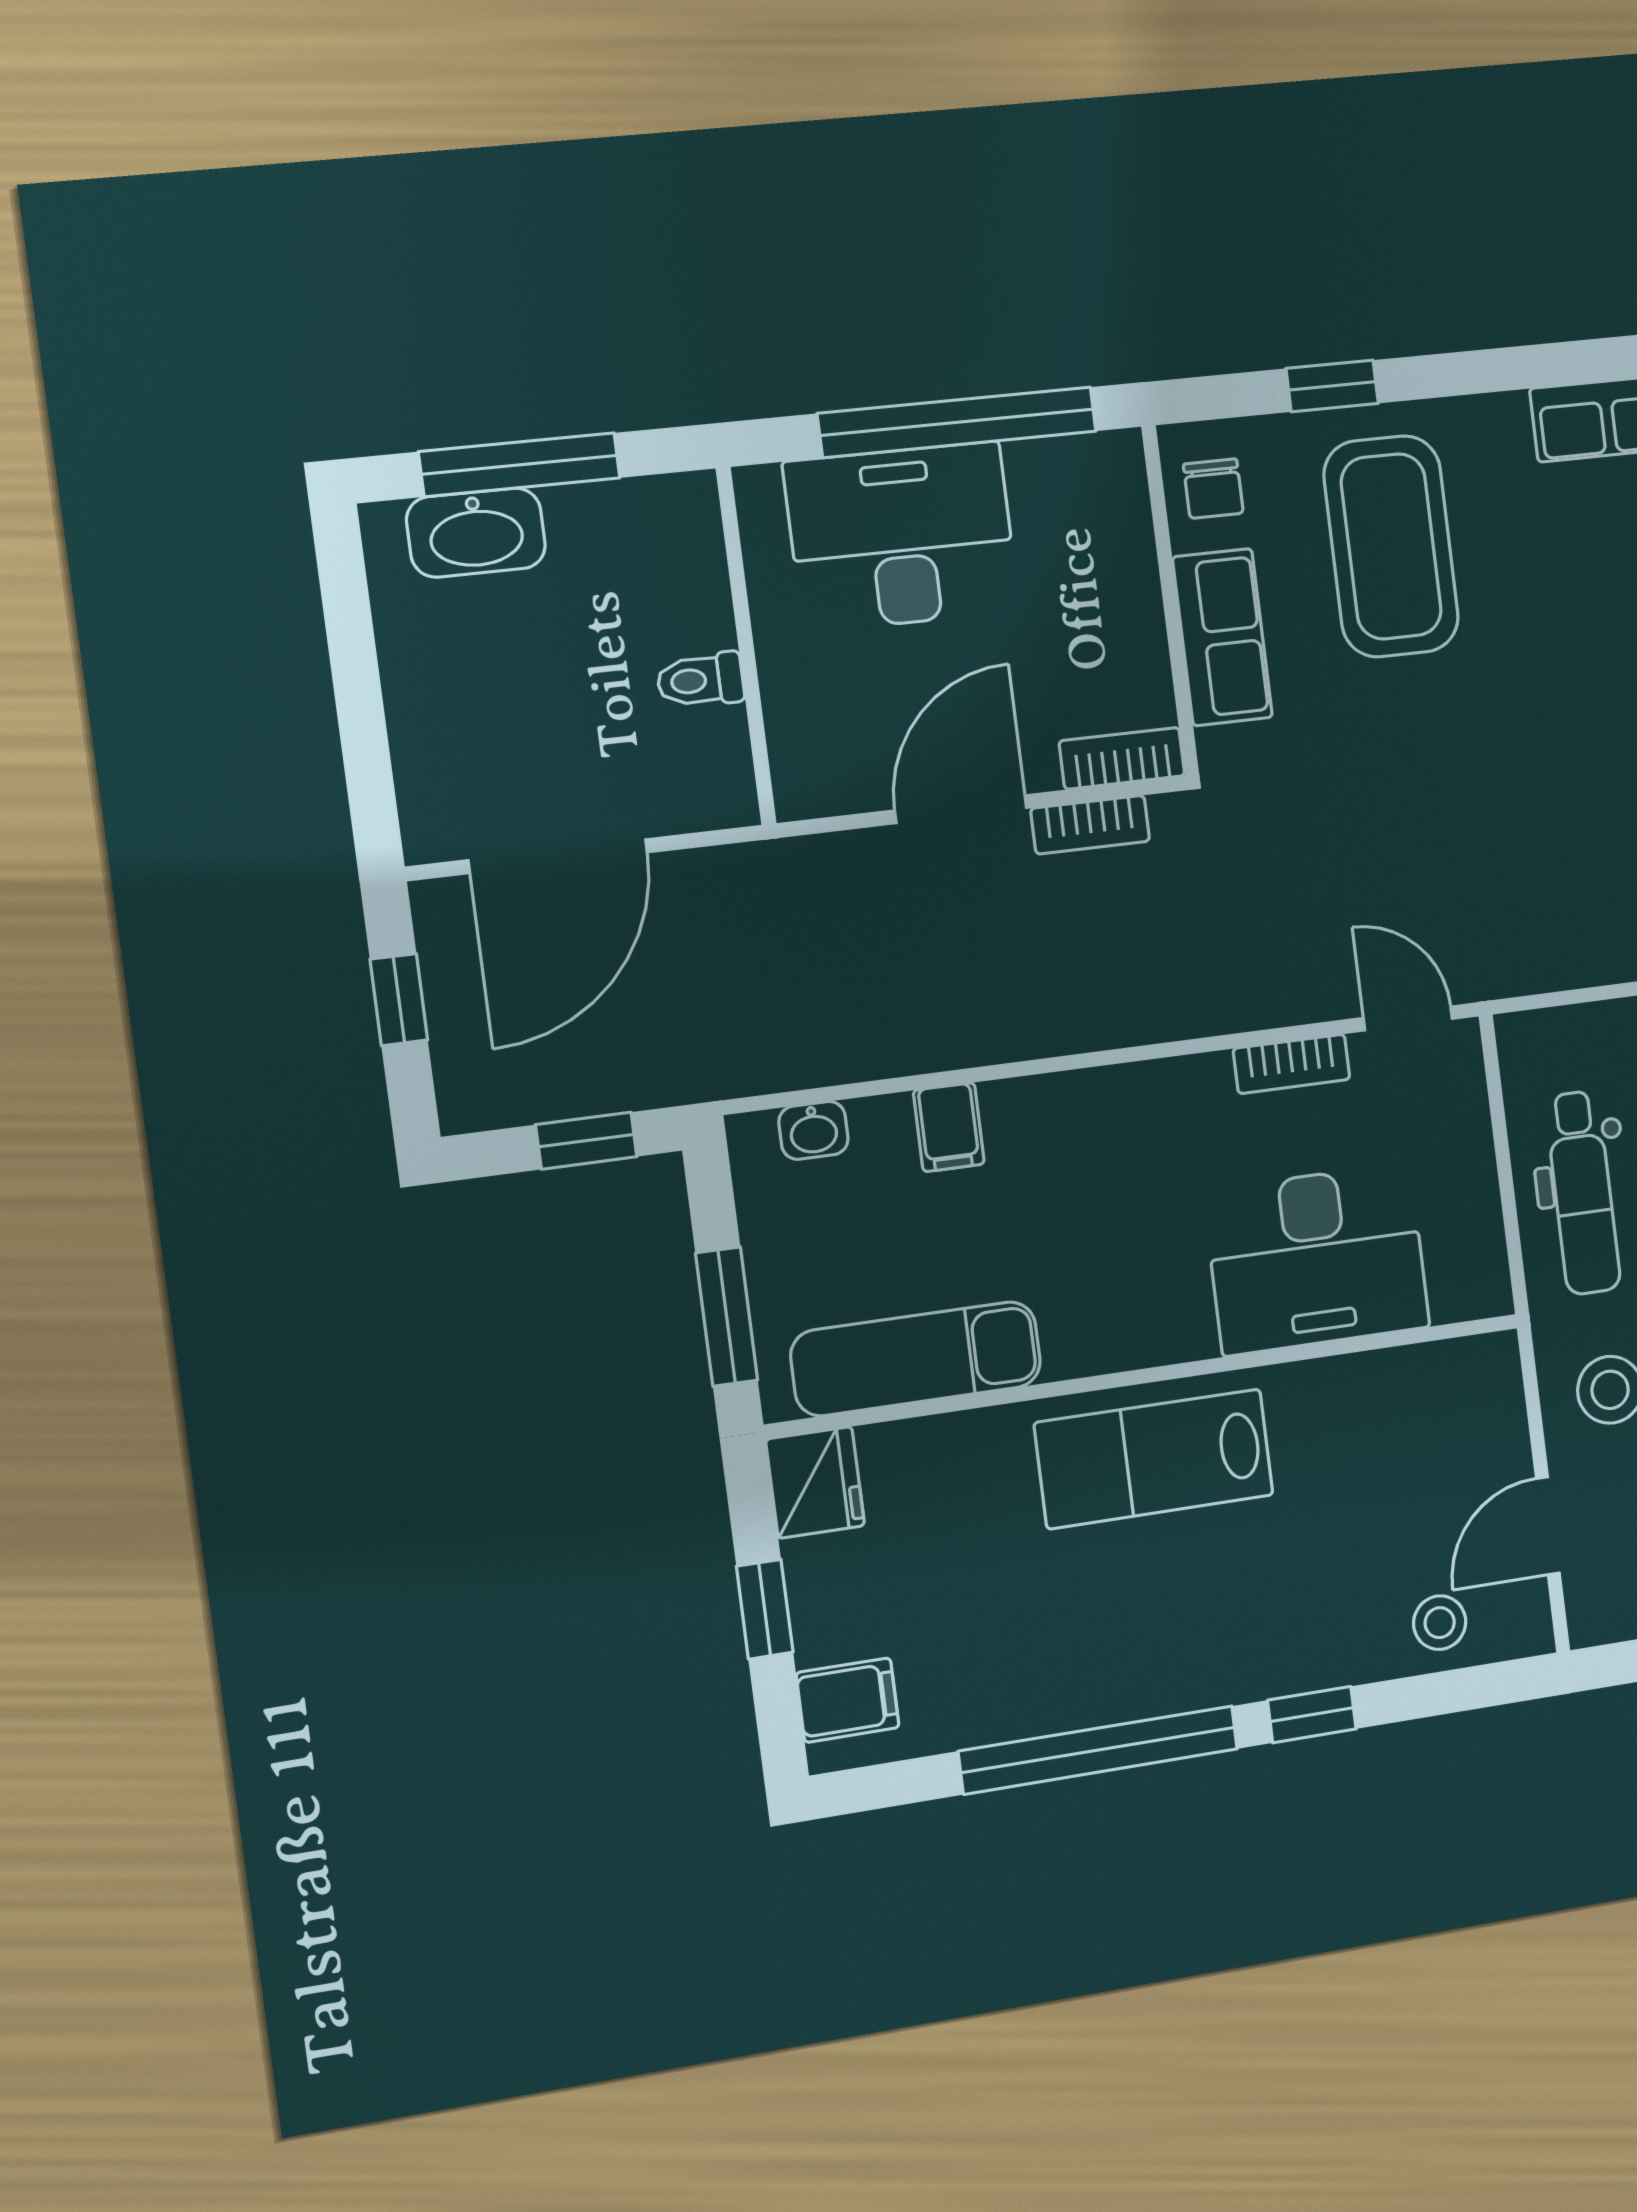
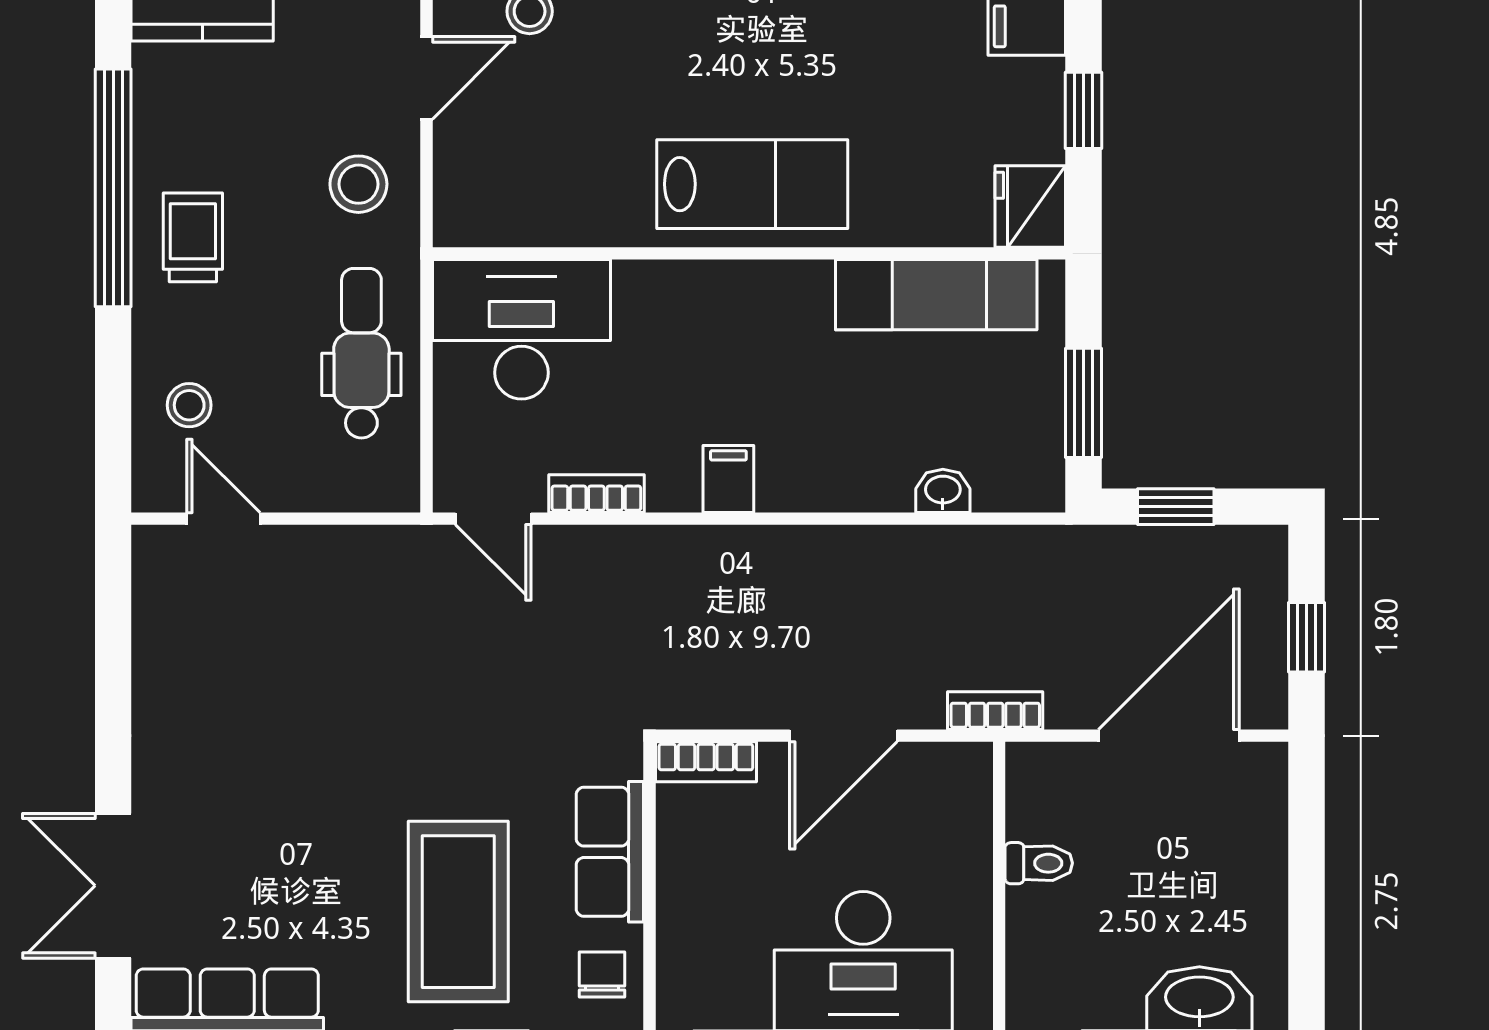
bookcase: (1090, 825) -> (995, 711), moved
filing cabinet: (949, 1127) -> (728, 479), moved
washbasin: (813, 1130) -> (943, 491), moved
desk: (1317, 1259) -> (521, 329), moved
window: (727, 1317) -> (1083, 403), moved

